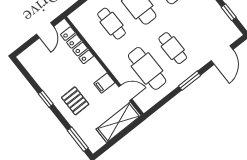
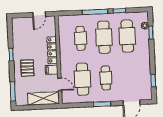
locker: (77, 45) -> (52, 50), moved

